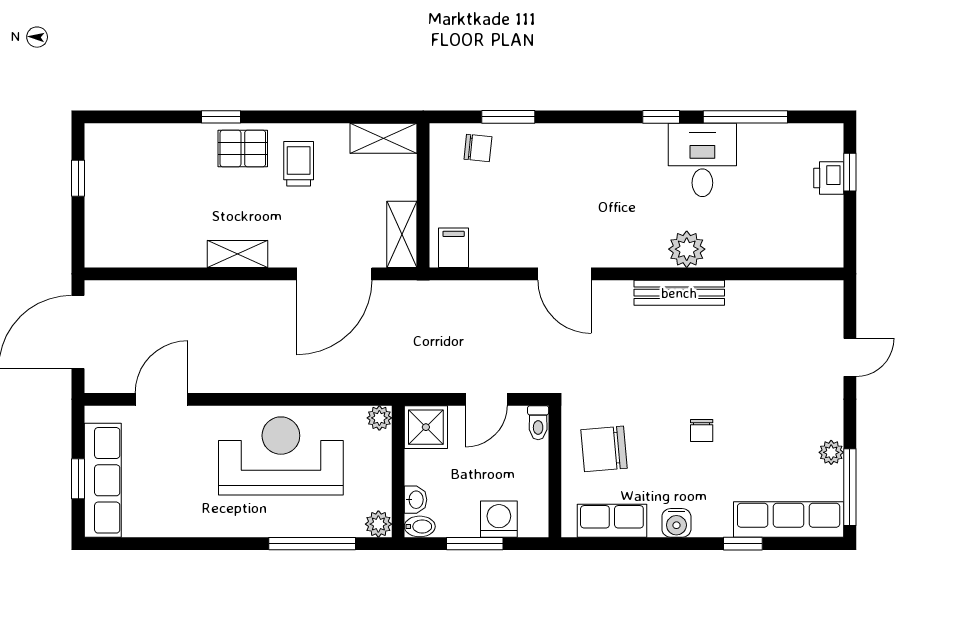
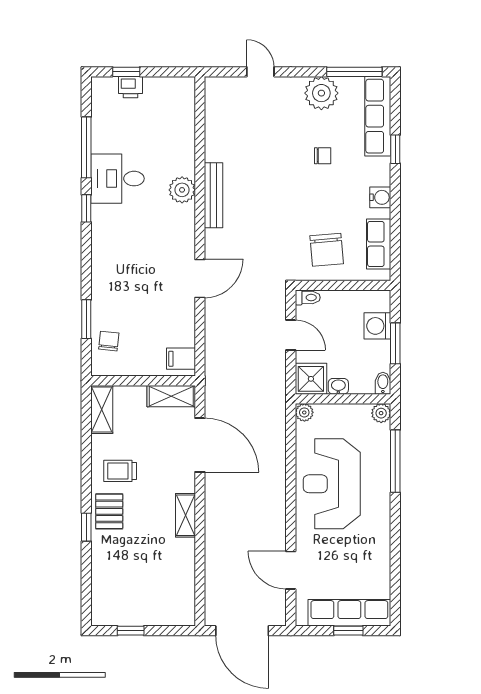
chair: (702, 430) -> (323, 156), moved
plant: (831, 452) -> (321, 93), width x1.88, depth x1.88
washbasin: (415, 500) -> (338, 386), moved

